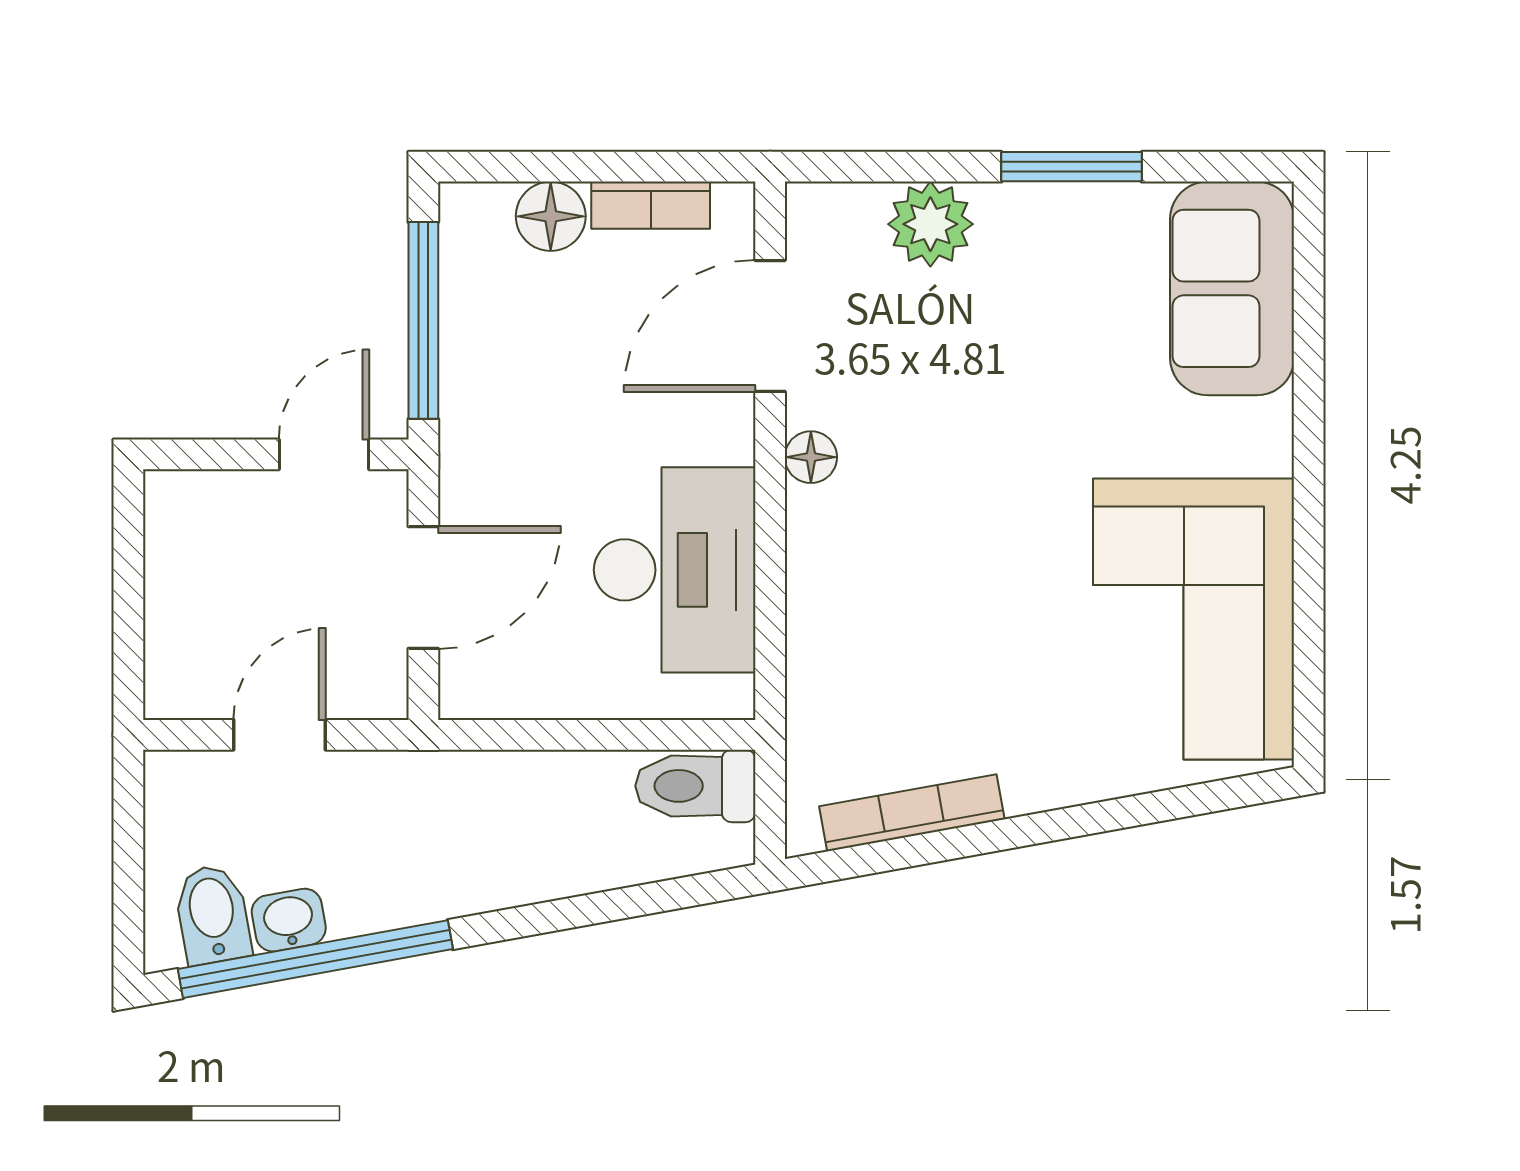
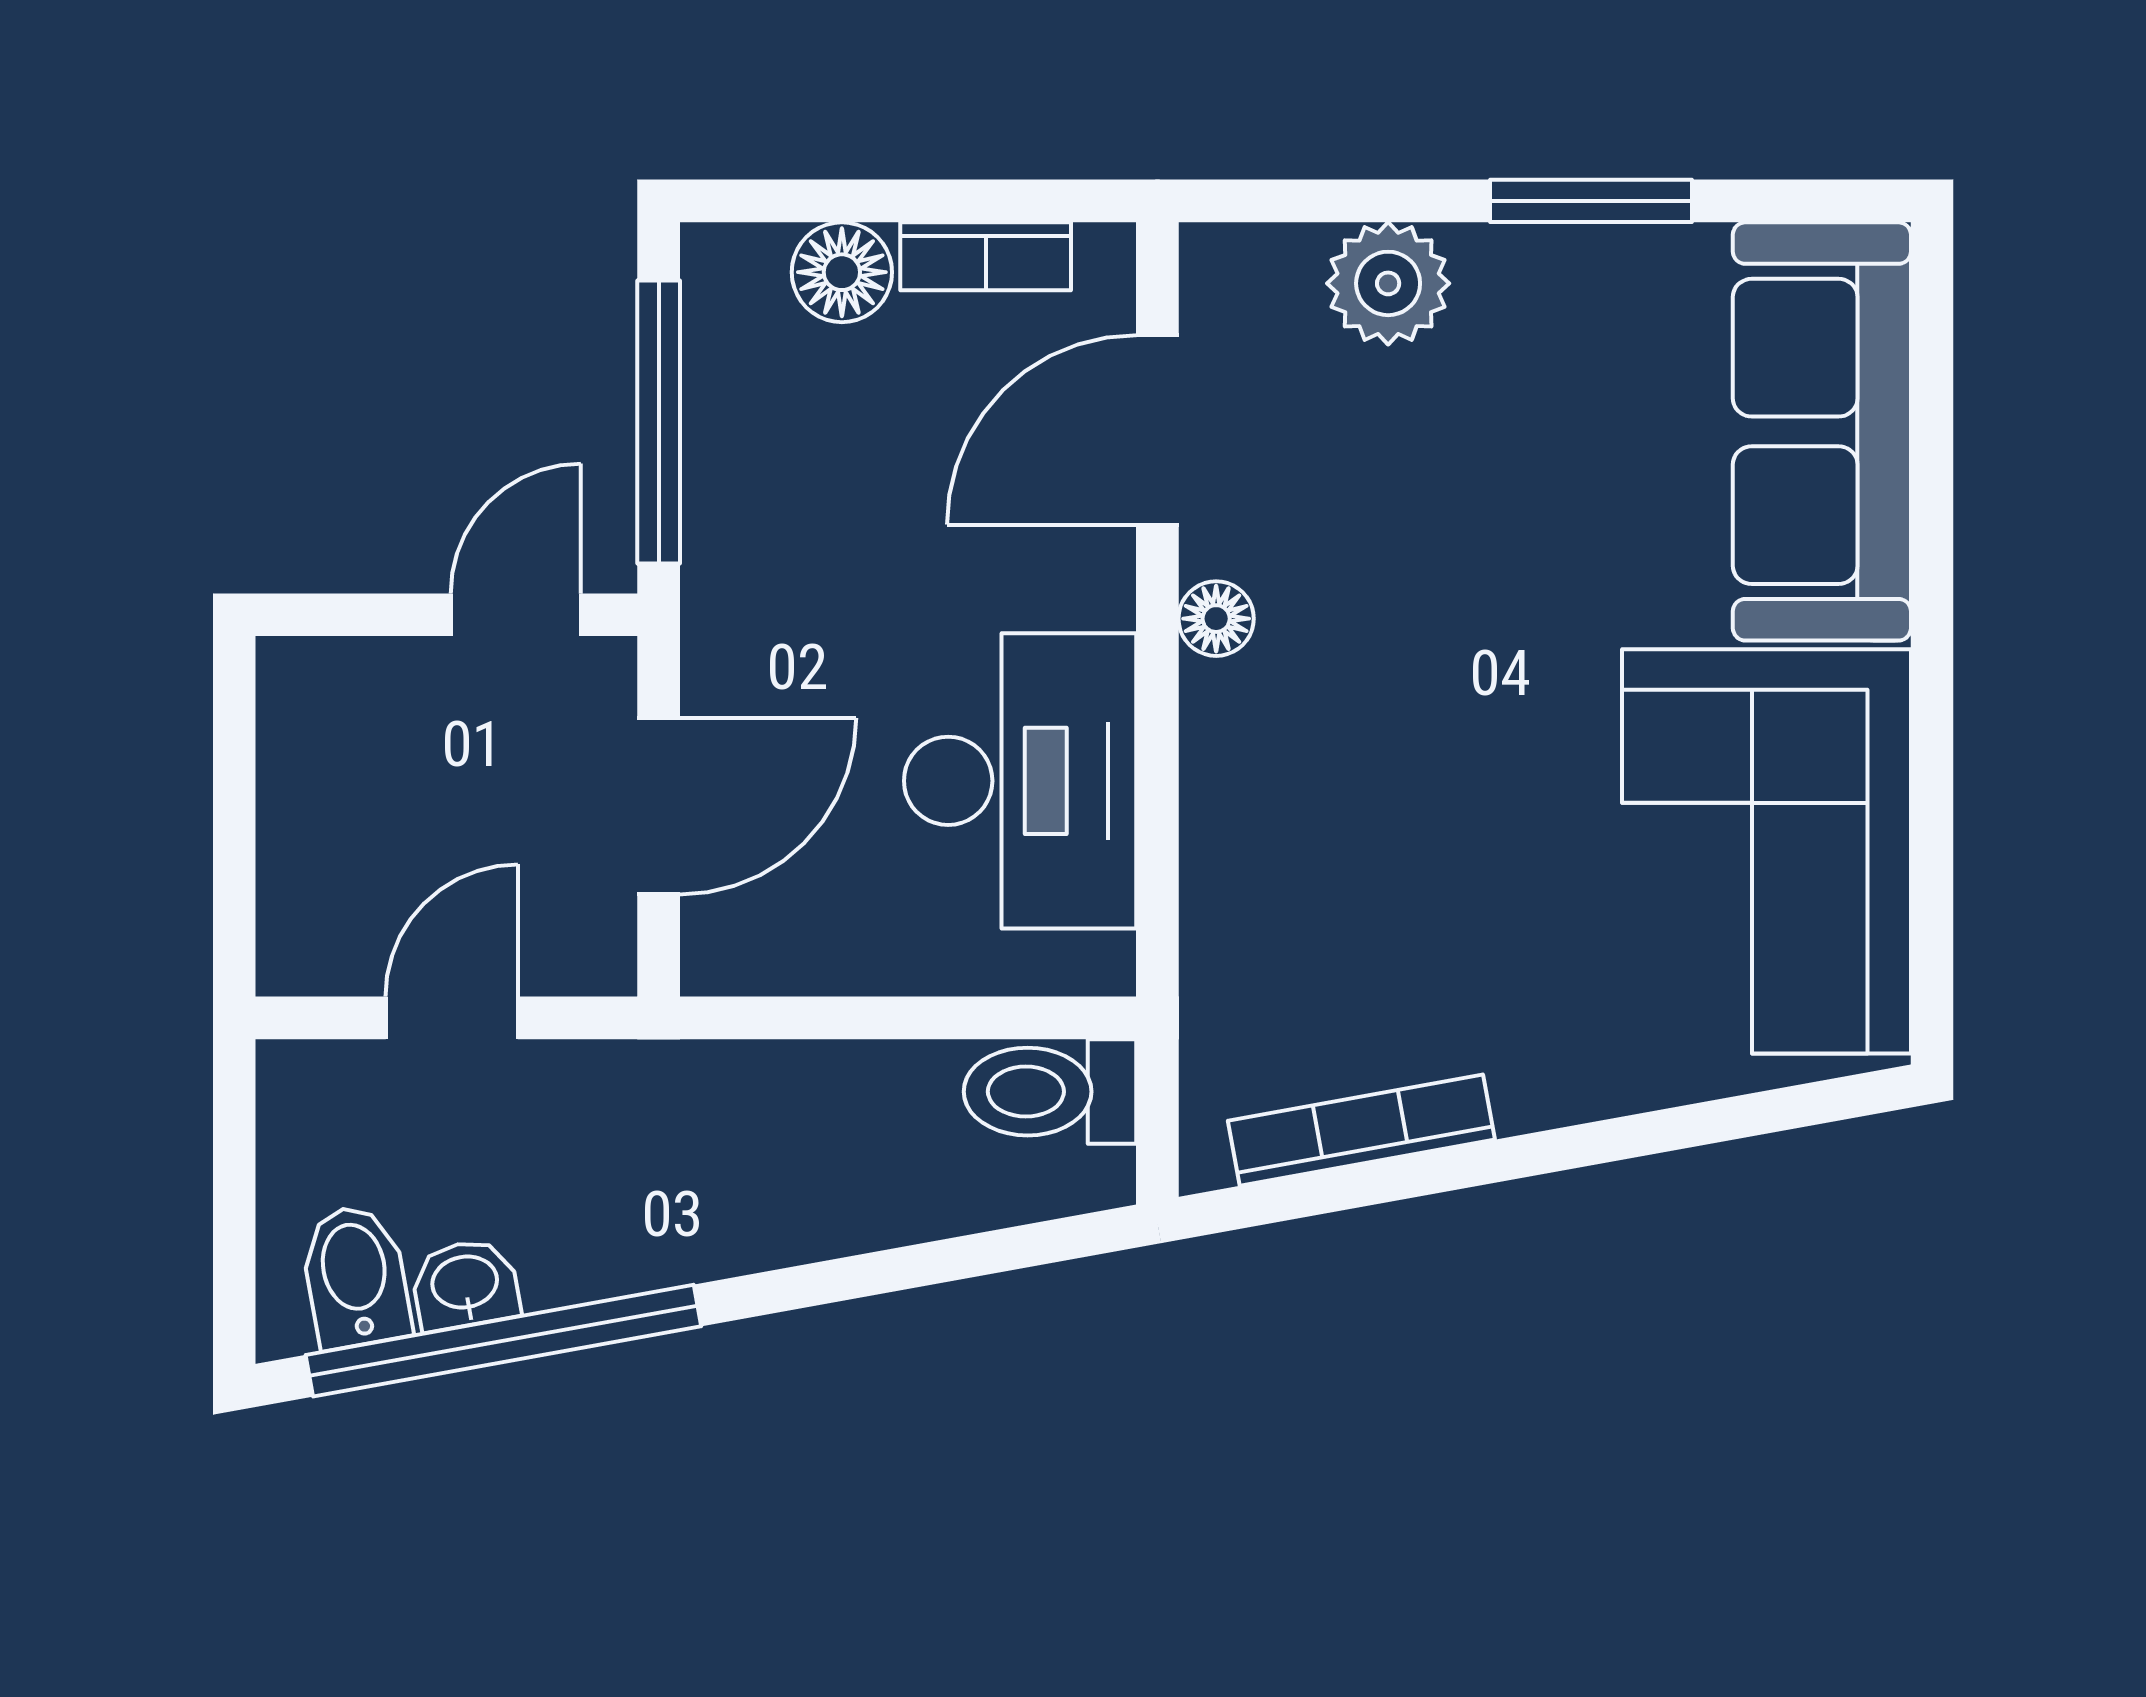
sofa: (1232, 288) -> (1822, 431), width x1.36

